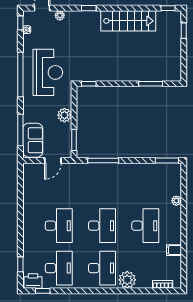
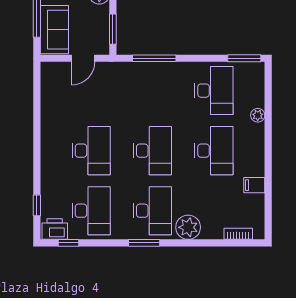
desk: (145, 183) -> (214, 91), added
window: (96, 291) -> (144, 243), added

